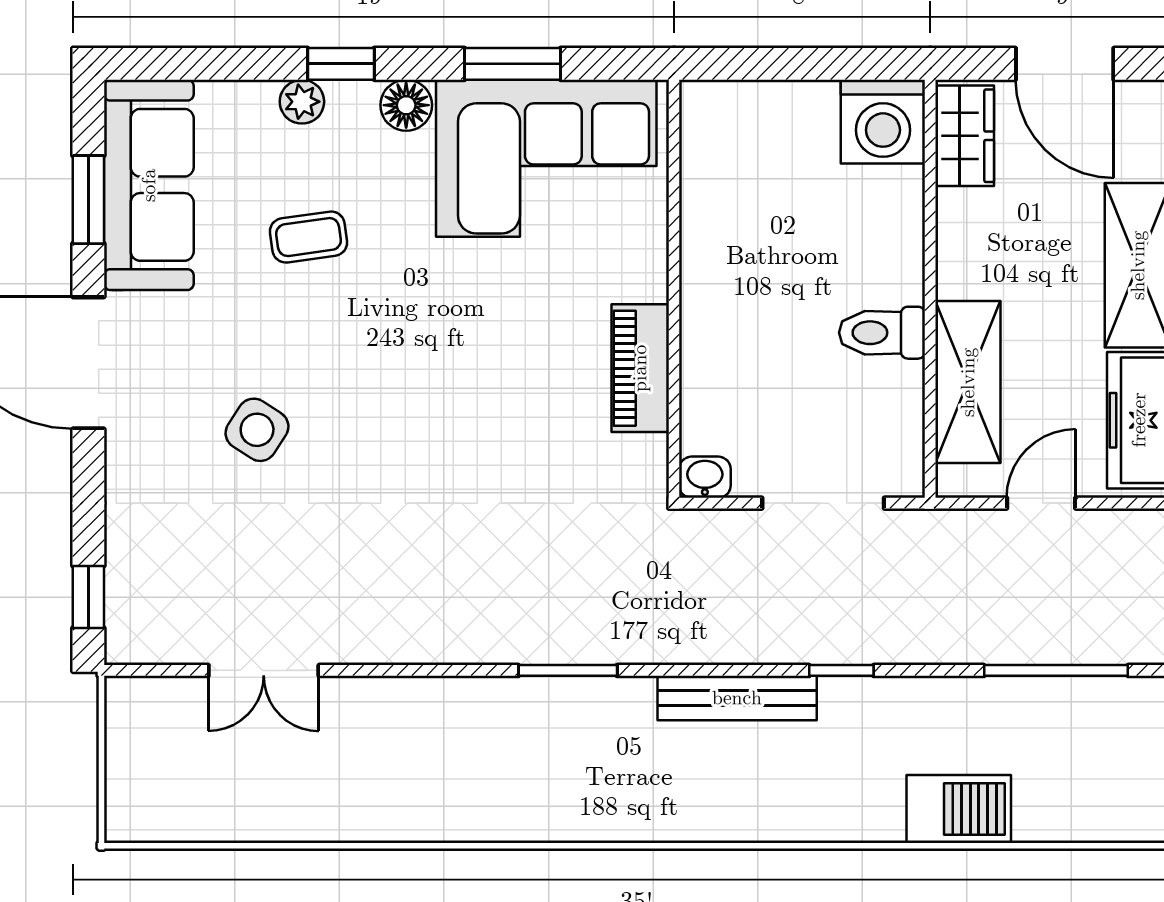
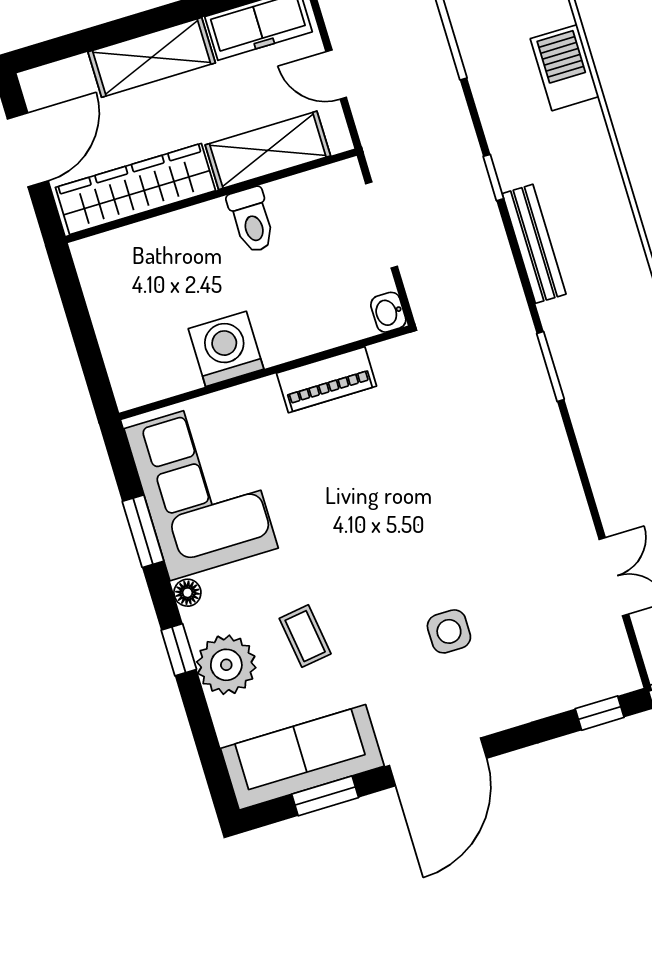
plant: (302, 102) -> (226, 665), width x1.88, depth x1.88
floor lamp: (406, 105) -> (187, 593), width x0.73, depth x0.73
washing machine: (883, 122) -> (226, 349), moved, turned -90
wardrobe: (965, 136) -> (135, 189), width x2.10, depth x1.17
side table: (257, 430) -> (449, 631), turned -33

